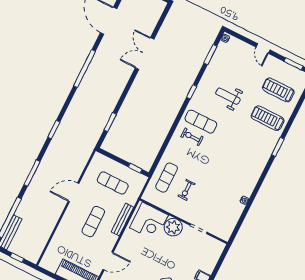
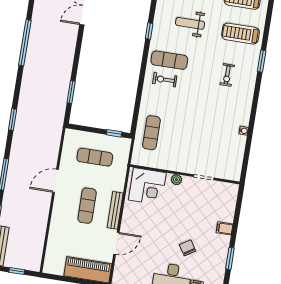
exercise bike: (186, 190) -> (227, 75), moved
bench: (122, 220) -> (115, 210), moved
plant: (173, 227) -> (176, 180), width x0.53, depth x0.53

